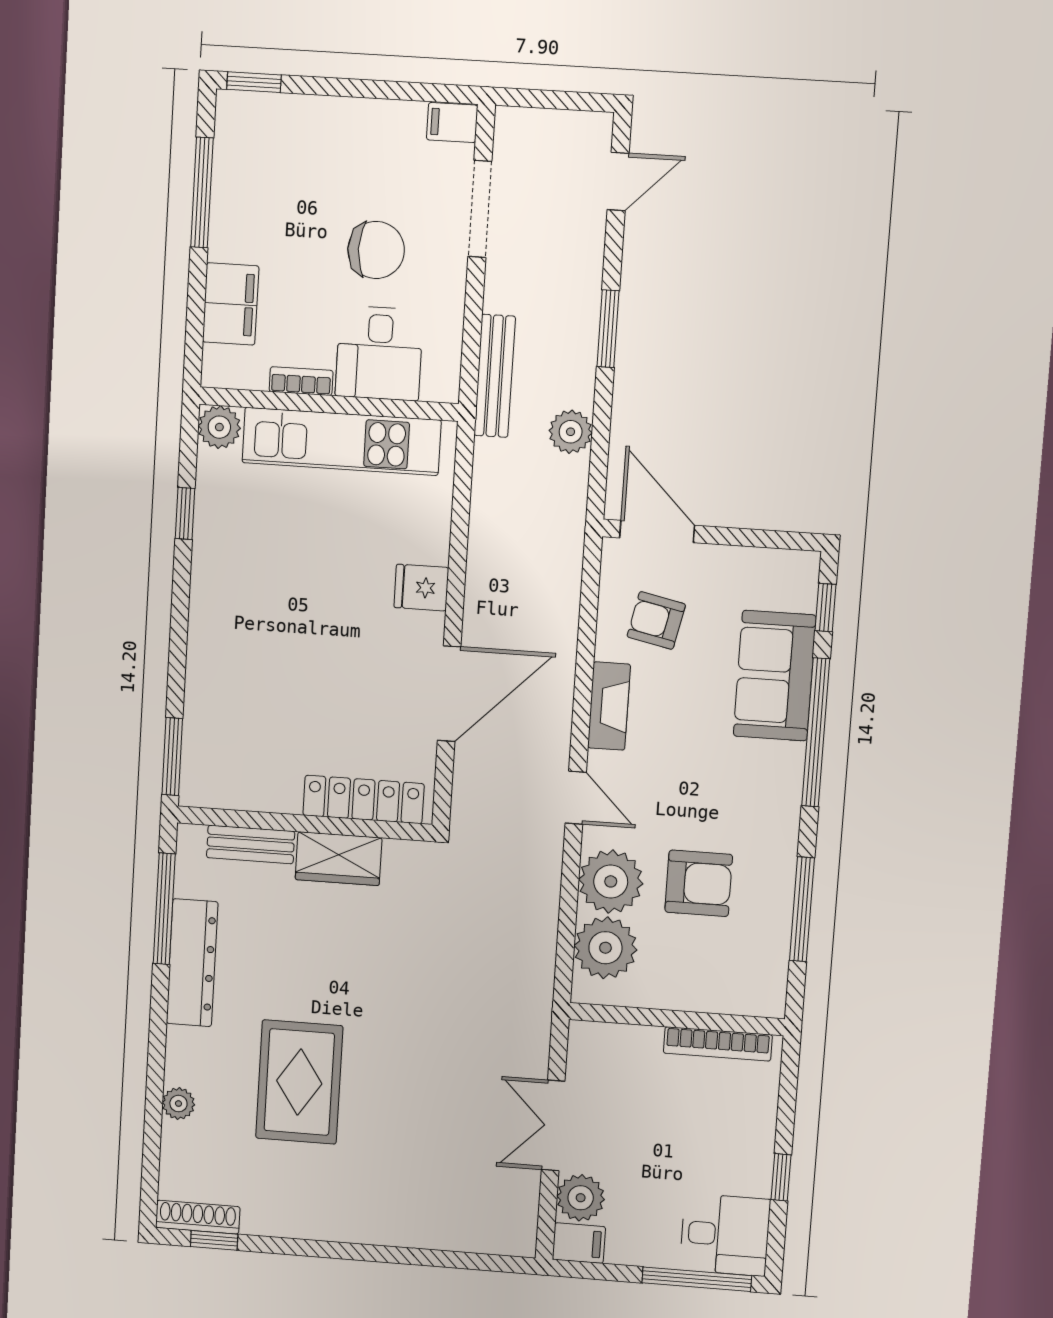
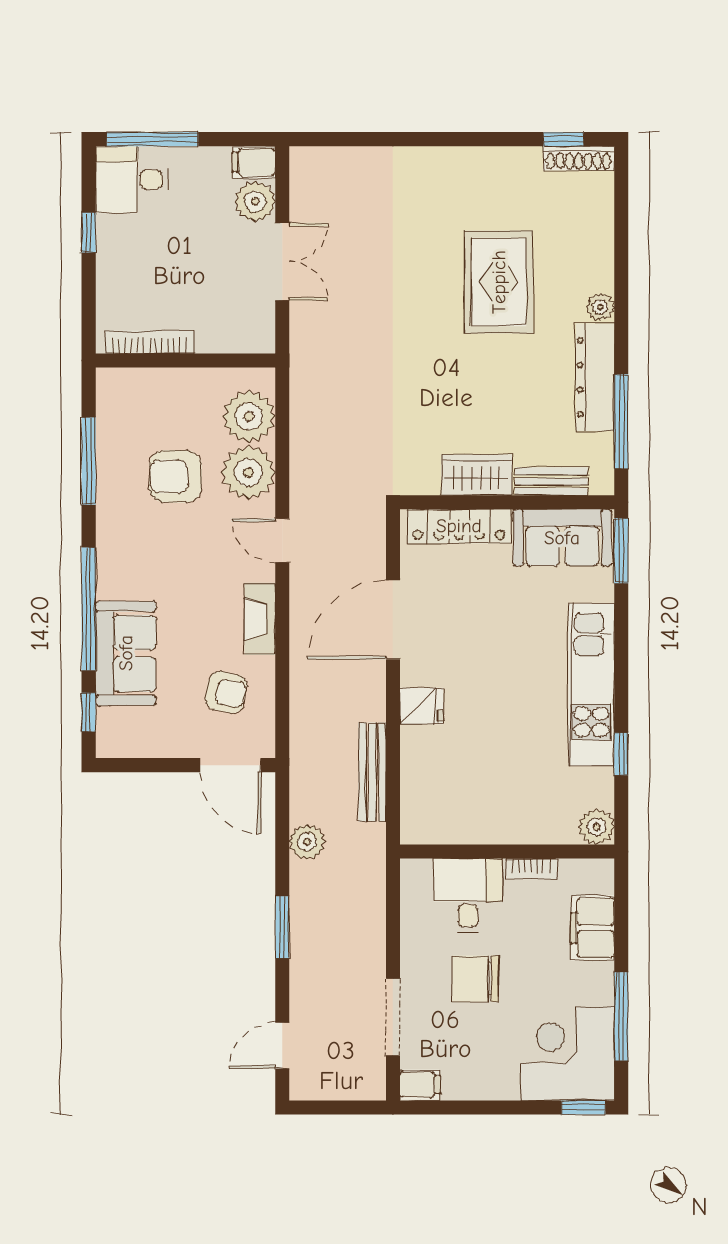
corner desk: (270, 150) -> (568, 1054), added
bench: (495, 376) -> (372, 772), moved
kitchen unit: (341, 441) -> (591, 685), moved, turned -90
sofa: (241, 777) -> (562, 538), added
plant: (178, 1104) -> (600, 307), moved

